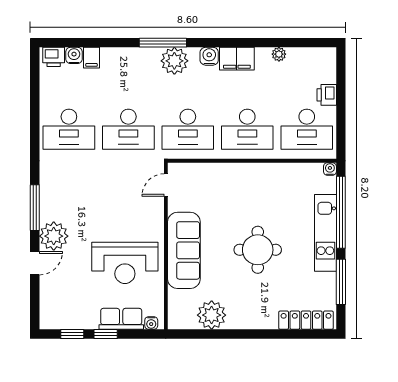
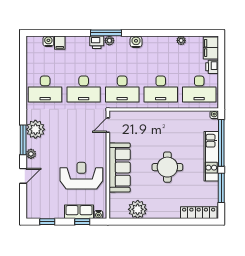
printer: (54, 57) -> (97, 42), moved
filing cabinet: (237, 59) -> (211, 48), moved, turned 90
plant: (174, 61) -> (109, 41), width x0.53, depth x0.53
plant: (54, 191) -> (35, 129), added
plant: (54, 236) -> (31, 154), width x0.53, depth x0.53
reception desk: (125, 263) -> (81, 176), turned 180
window: (106, 334) -> (82, 222), moved

